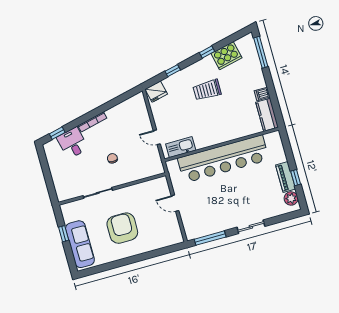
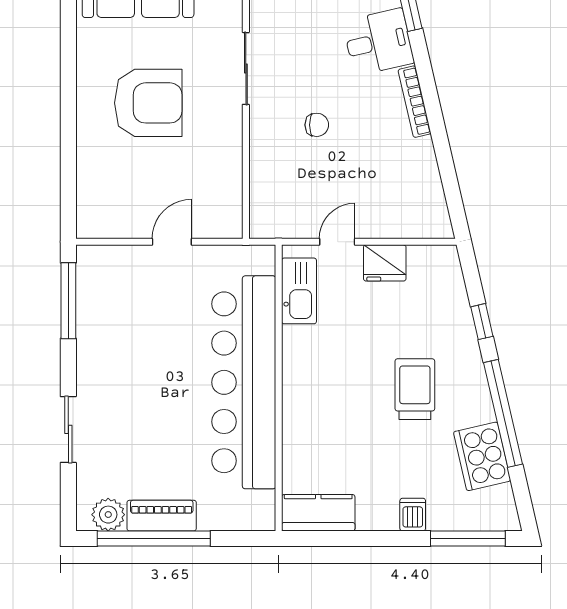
window: (207, 52) -> (503, 413), width x3.17
fridge: (156, 92) -> (385, 263), moved, turned -77
dishwasher: (262, 94) -> (413, 515), moved
window: (296, 178) -> (154, 539), width x3.17
sliding door: (251, 227) -> (68, 429), moved

